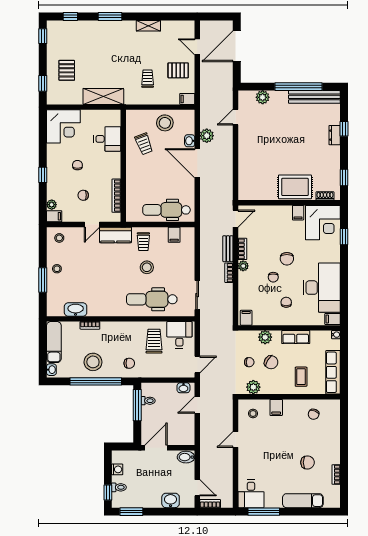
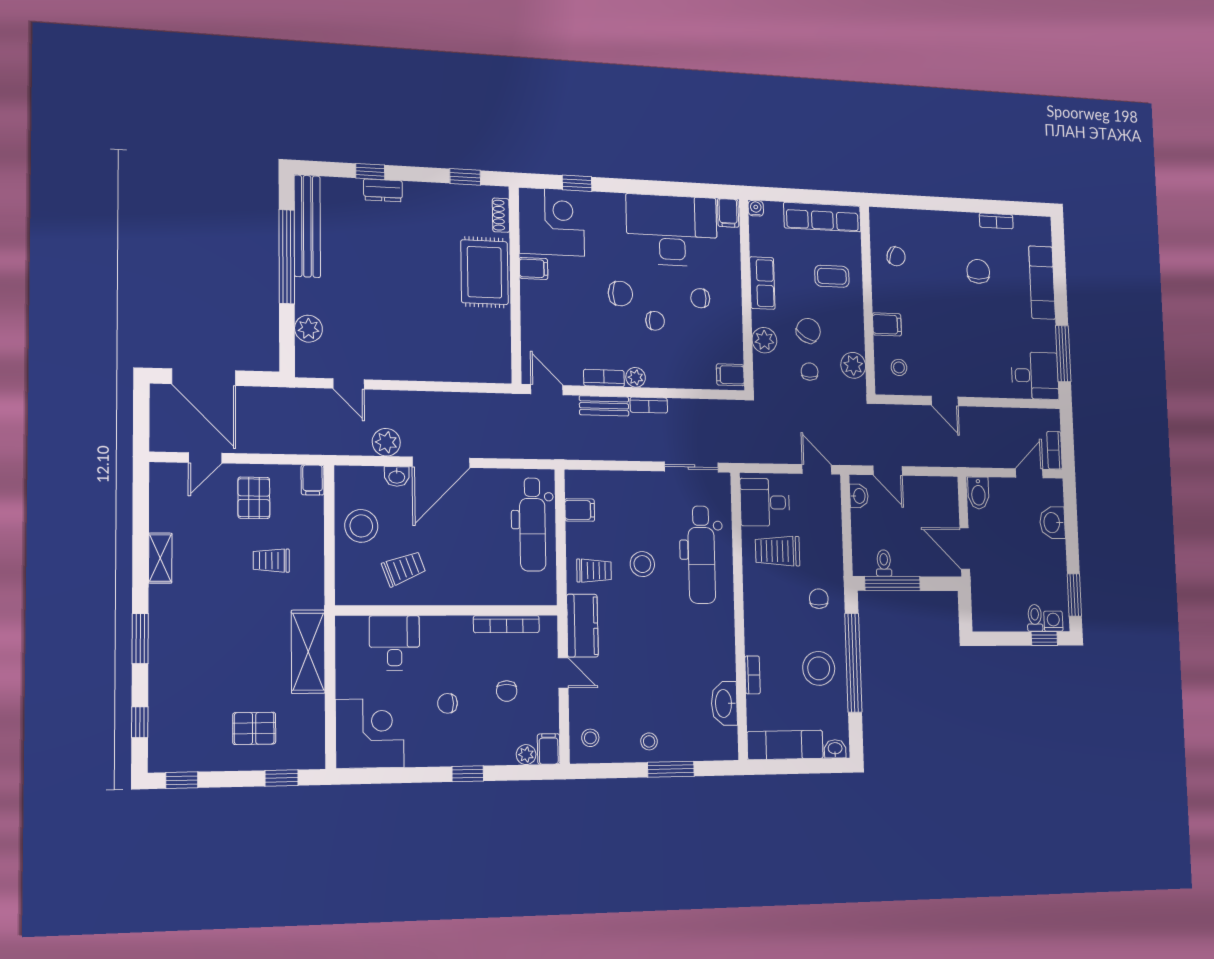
washing machine: (117, 469) -> (1053, 621), moved

